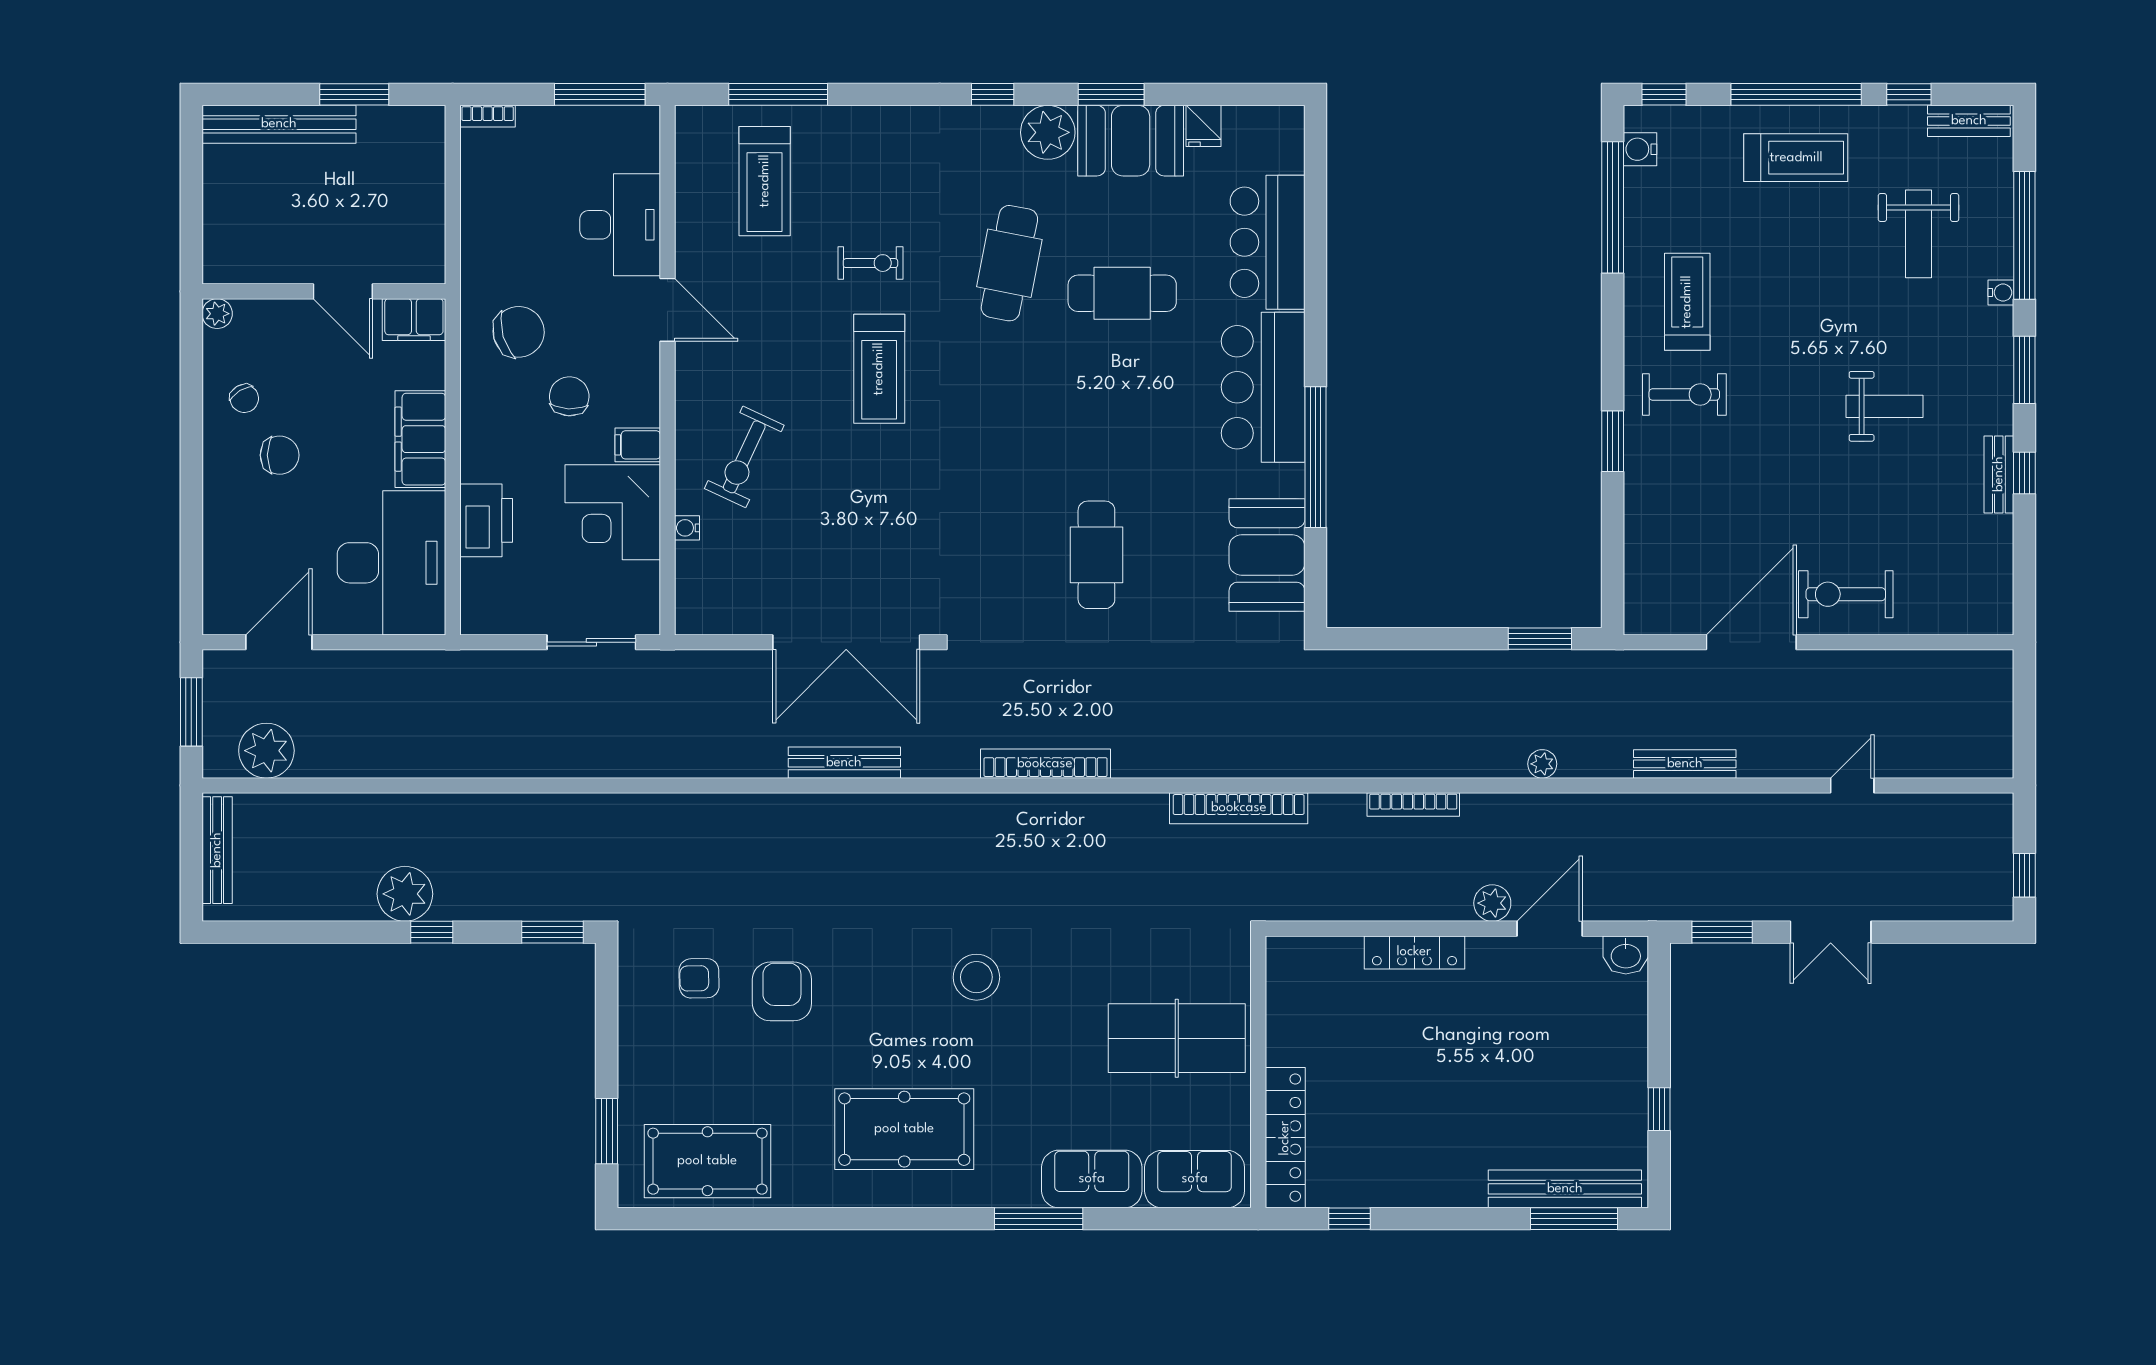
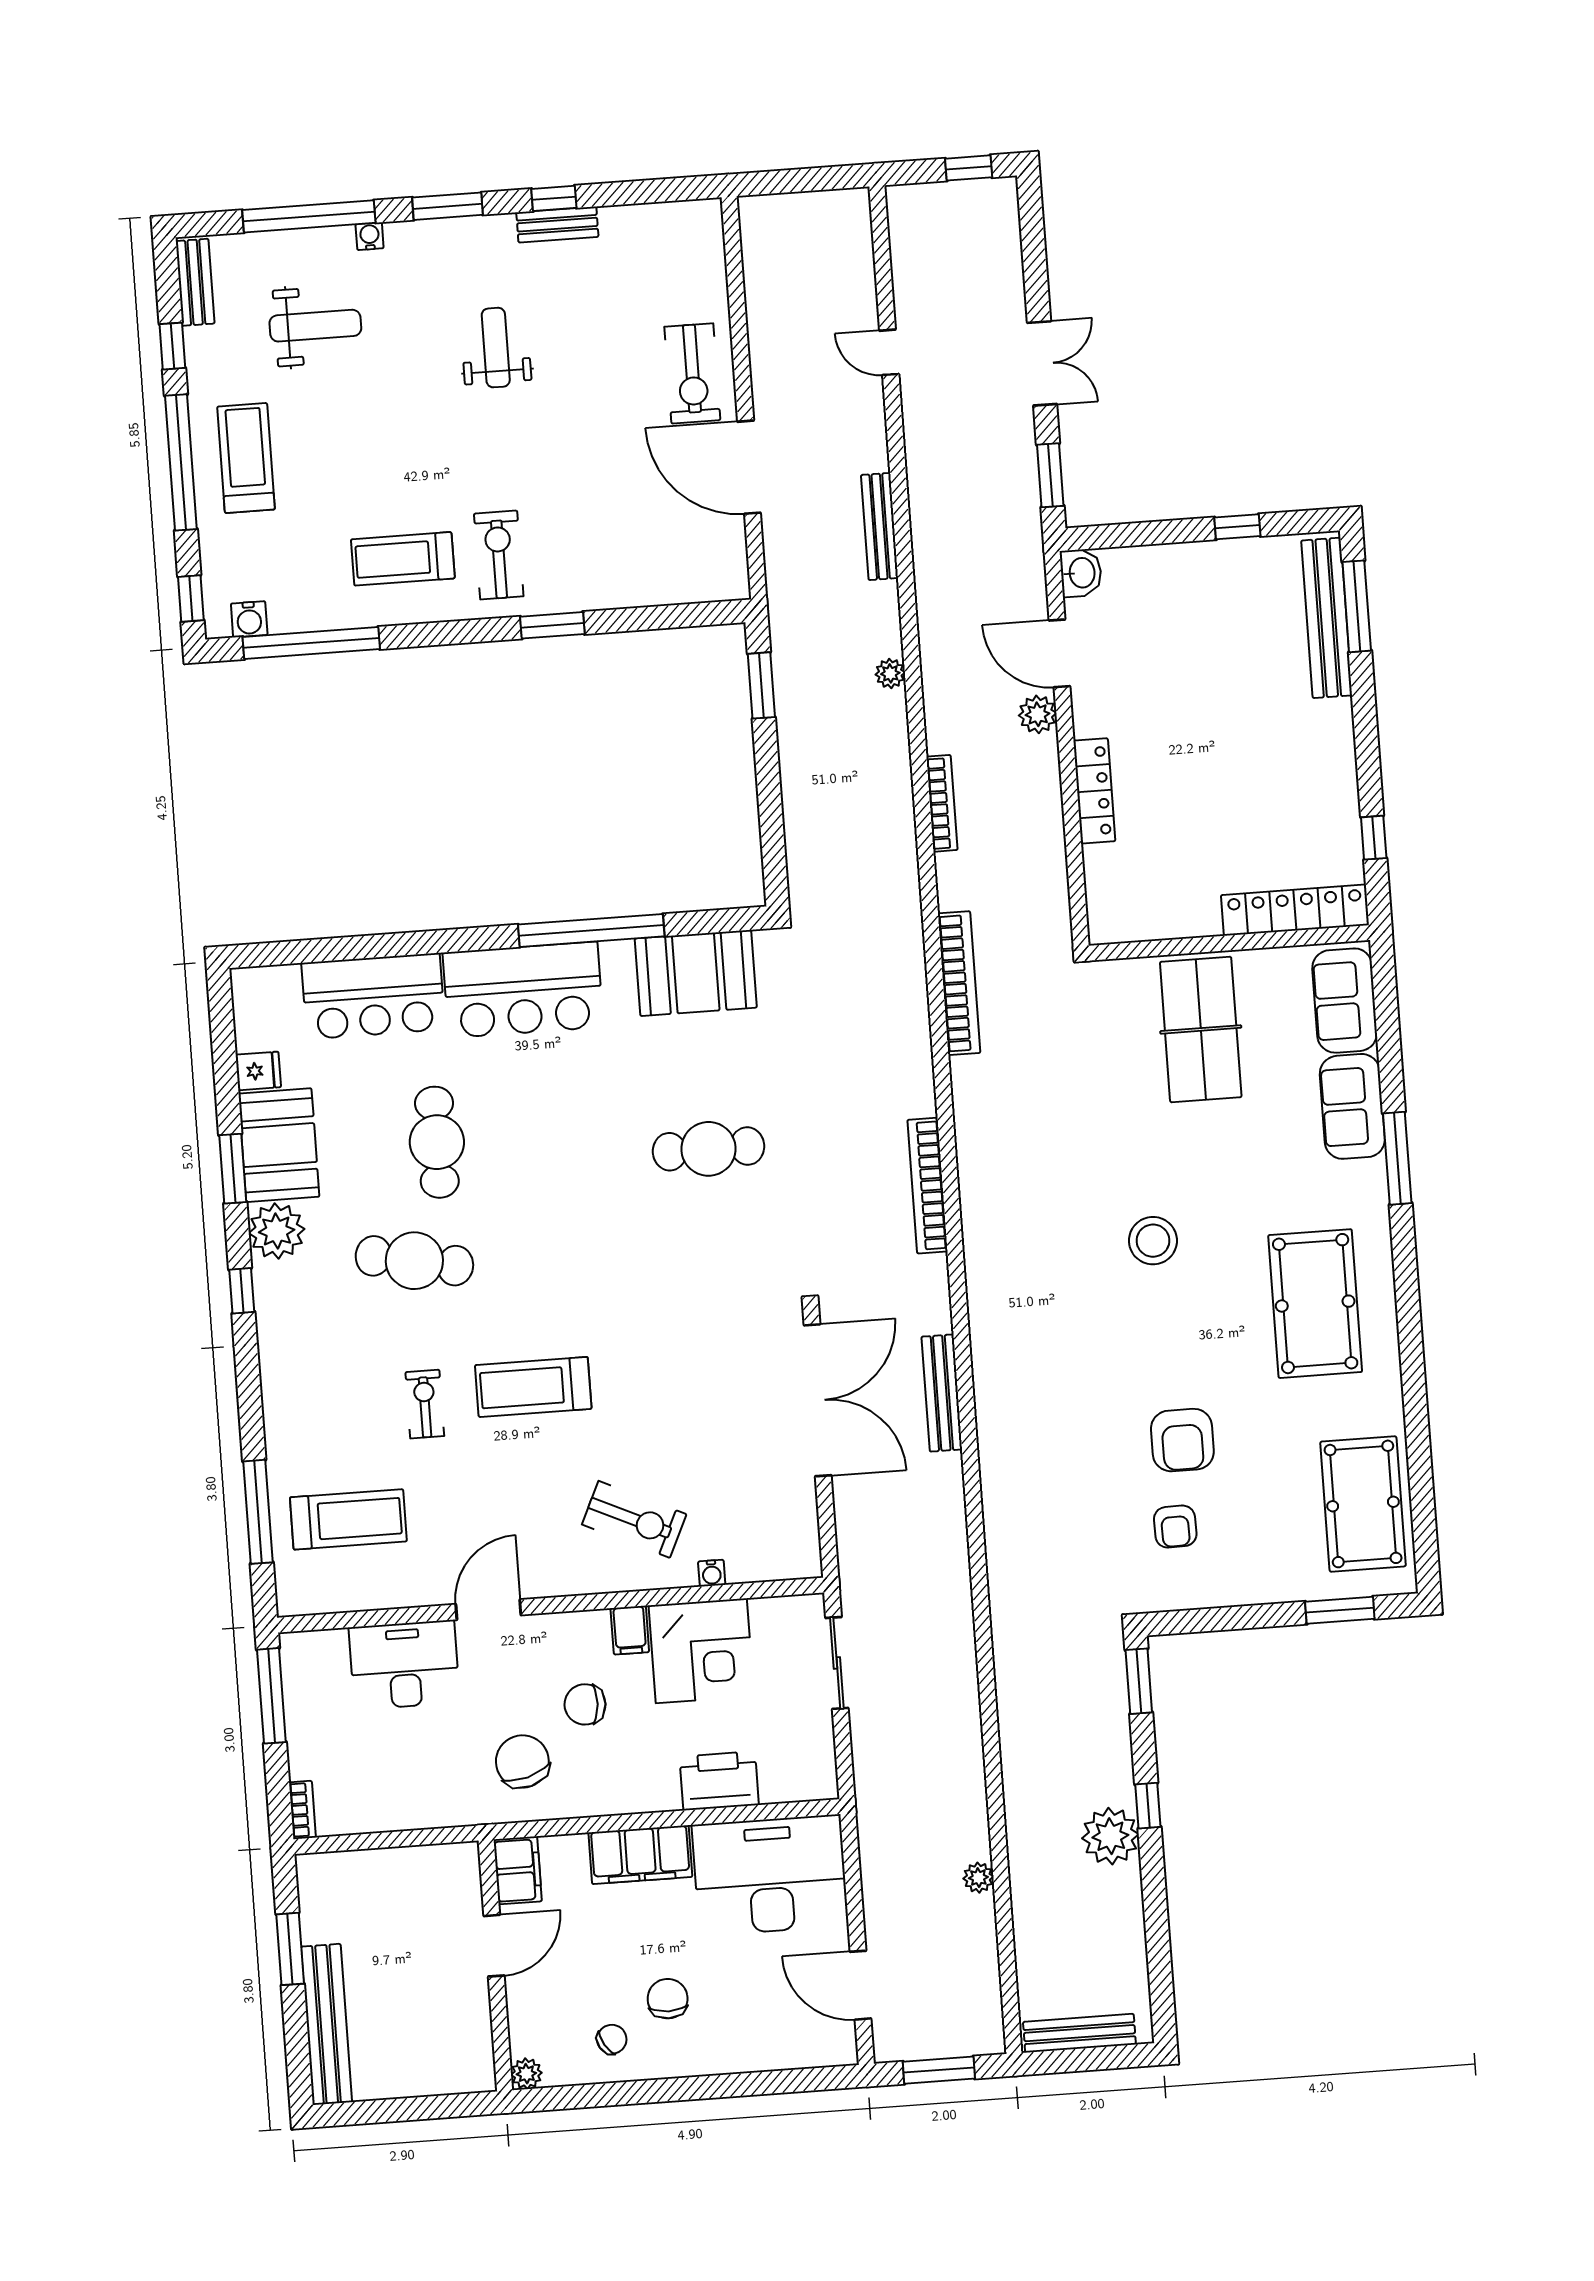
treadmill: (879, 369) -> (533, 1387), turned 180
plant: (266, 751) -> (978, 1878), moved, width x0.53, depth x0.53
armchair: (782, 991) -> (1182, 1440), turned -90

